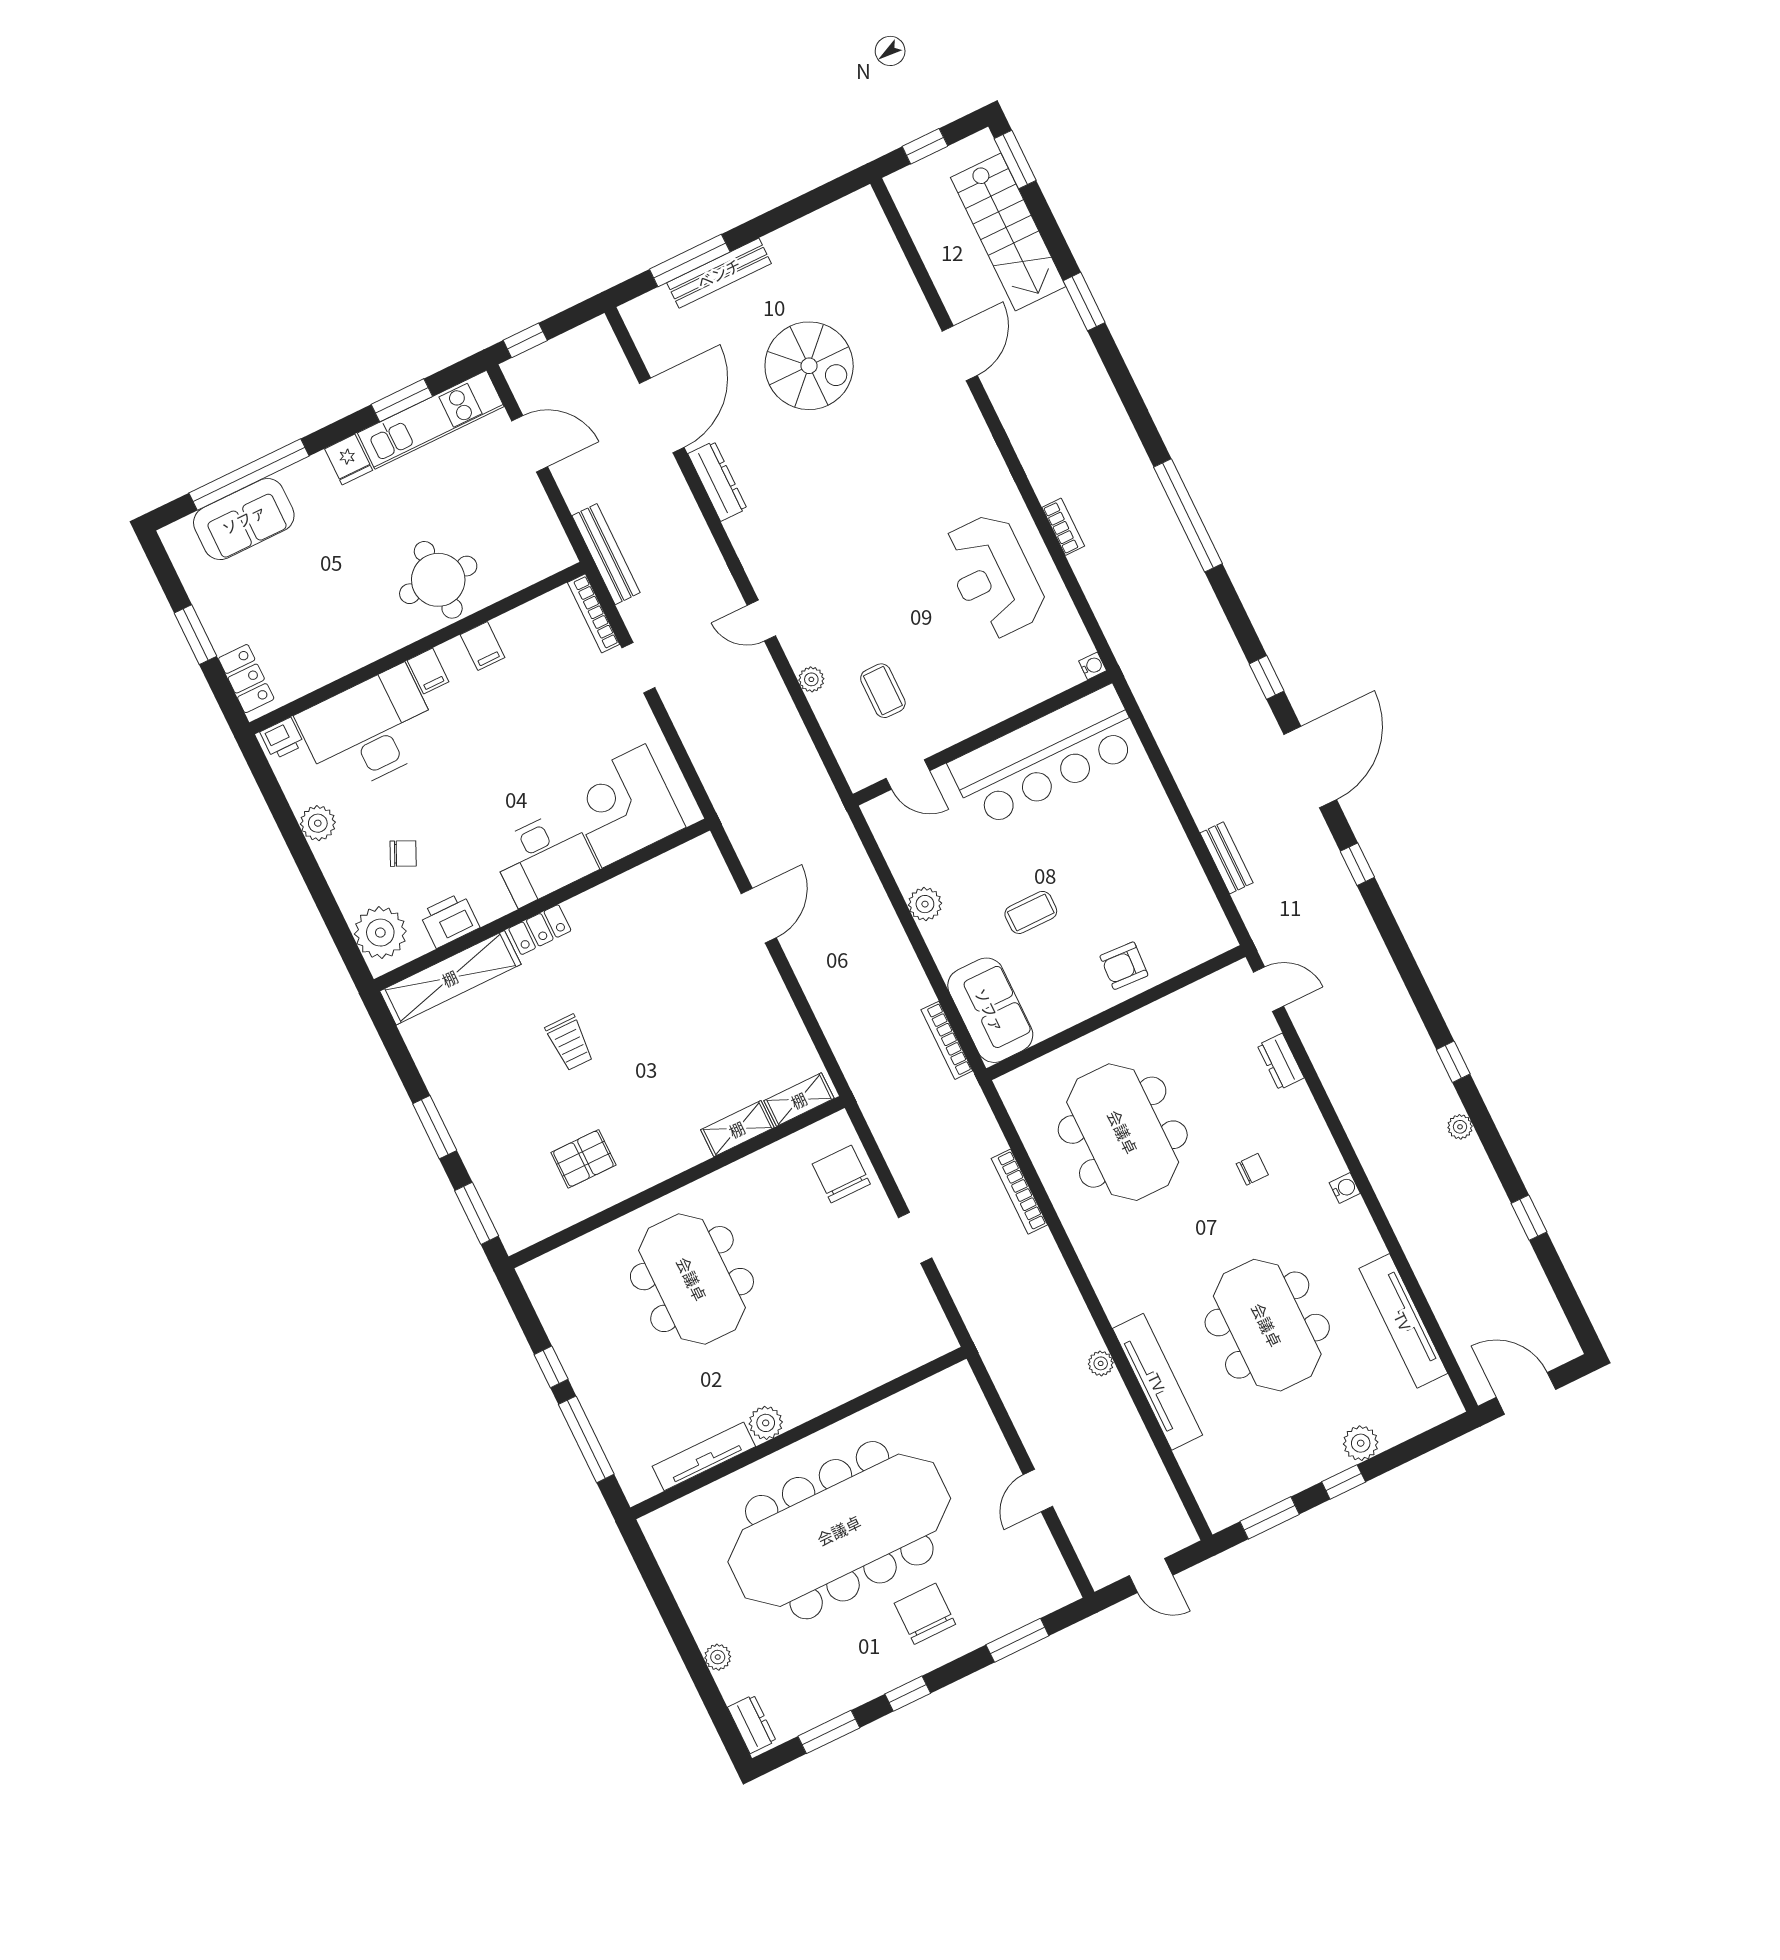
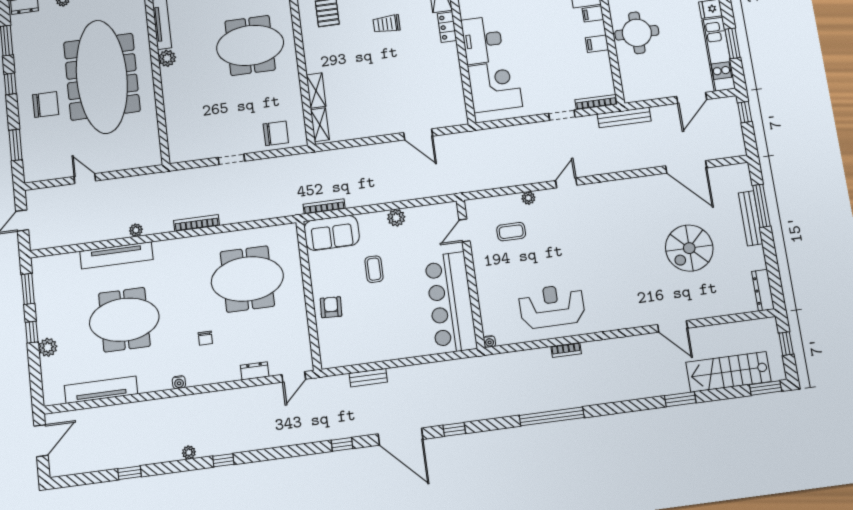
dresser: (717, 481) -> (763, 290), moved, turned 90
bookcase: (1019, 1192) -> (196, 223), moved

